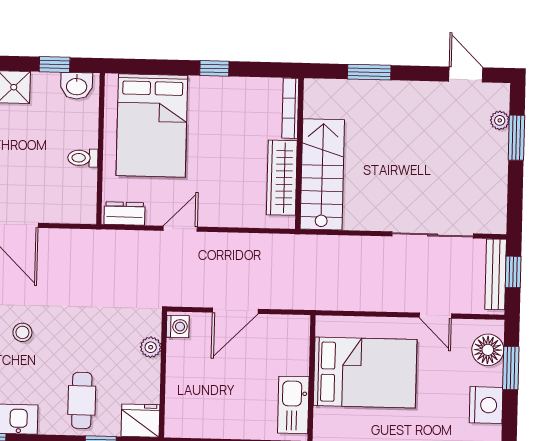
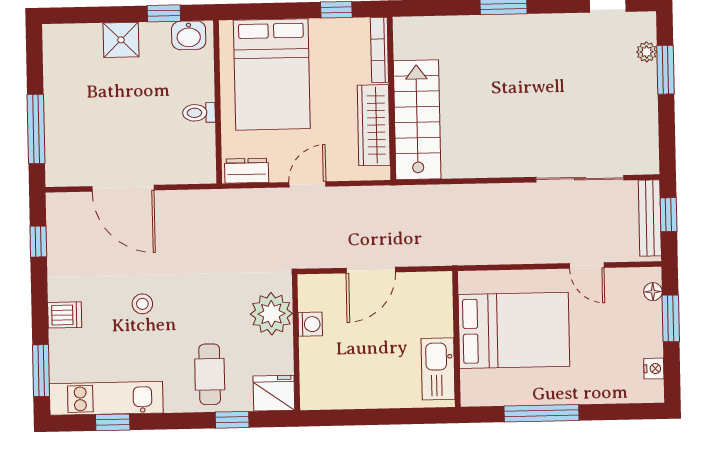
bookcase: (290, 108) -> (379, 50), moved
wall: (299, 154) -> (391, 98), moved
stairs: (322, 174) -> (417, 120), moved
wardrobe: (282, 178) -> (374, 125), moved
washing machine: (178, 327) -> (310, 324), moved
plant: (151, 347) -> (271, 314), width x1.88, depth x1.88
floor lamp: (488, 350) -> (653, 292), width x0.53, depth x0.53
nightstand: (486, 405) -> (654, 369), width x0.53, depth x0.56

